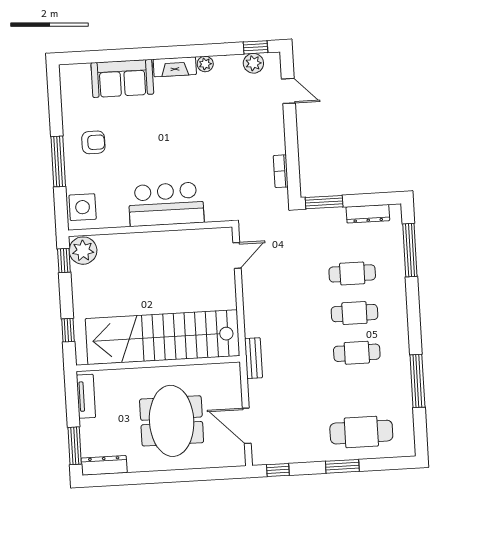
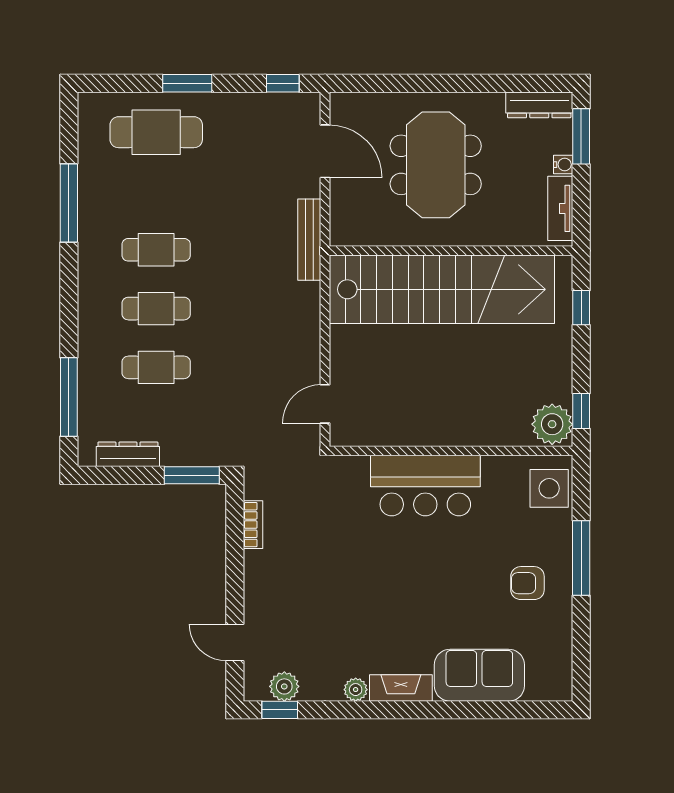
bench: (253, 358) -> (309, 240), width x1.36
water cooler: (86, 426) -> (563, 165), added

